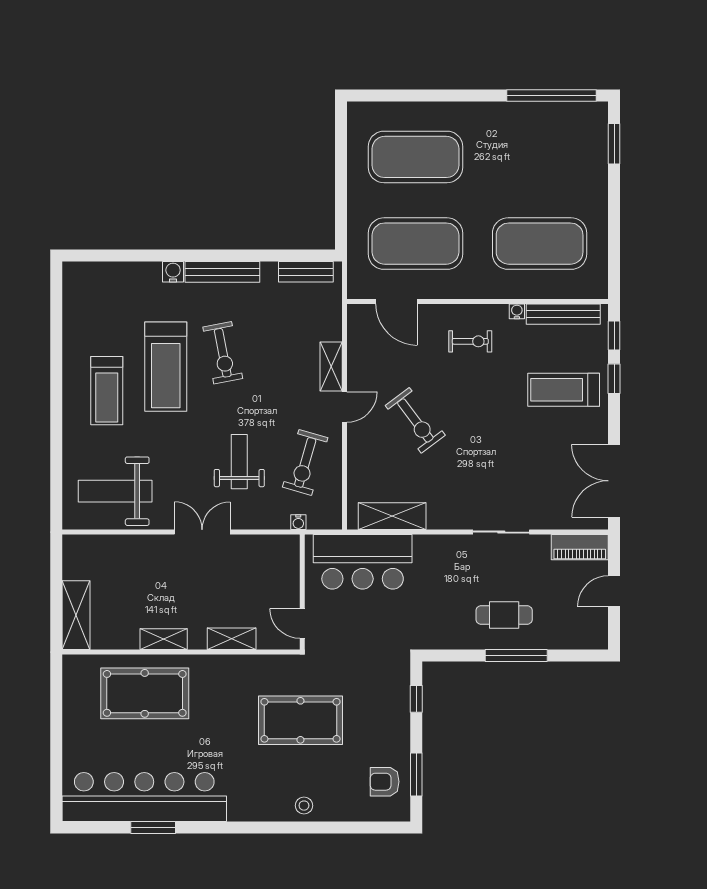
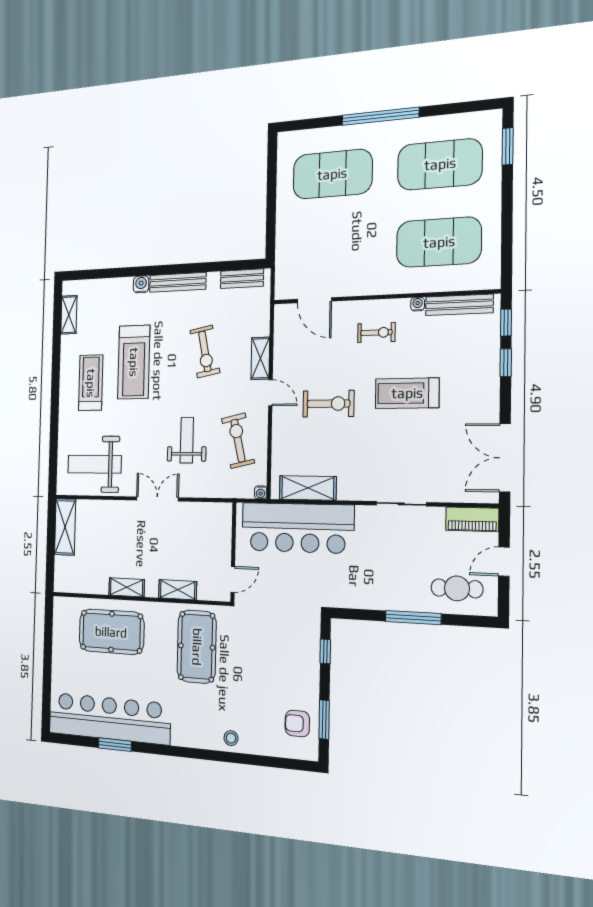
window: (551, 96) -> (380, 116), moved
exercise mat: (415, 244) -> (440, 164), moved
shelving: (73, 305) -> (69, 315), added
exercise bike: (223, 353) -> (205, 351), moved
treadmill: (564, 390) -> (407, 393), moved
treadmill: (107, 391) -> (91, 383), turned 180
door: (345, 407) -> (270, 393), hinge flipped
exercise bike: (415, 420) -> (328, 404), turned -53
exercise bike: (305, 462) -> (238, 441), turned 151
water cooler: (298, 522) -> (261, 492), moved
bar counter: (363, 562) -> (297, 528), width x1.36
shelving: (76, 615) -> (65, 527), moved
cafe table: (504, 615) -> (457, 588), moved
door: (302, 623) -> (233, 579), swing flipped
pool table: (300, 720) -> (197, 647), moved, turned 90

